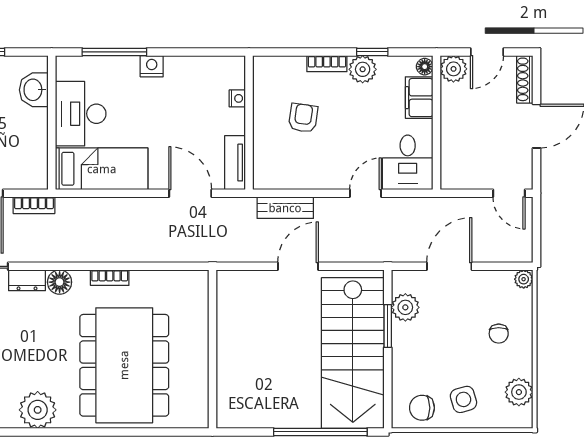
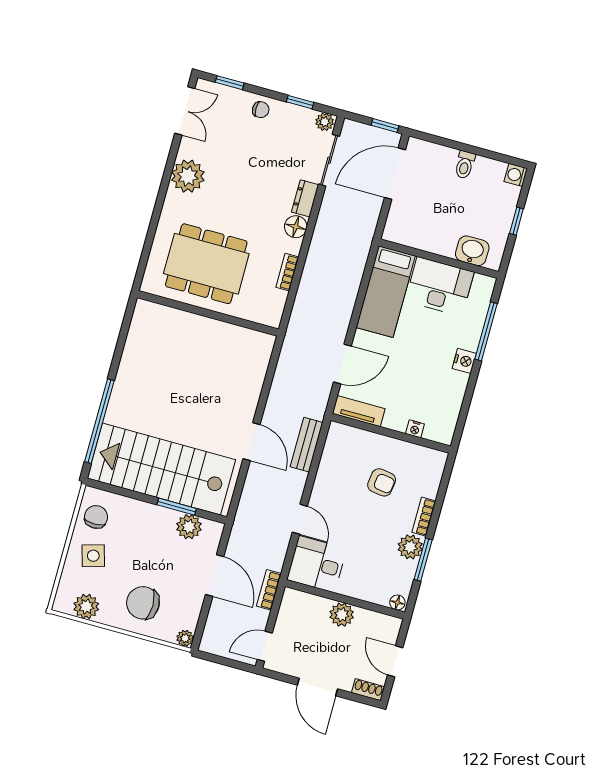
window: (372, 52) -> (423, 560), width x1.50
plant: (453, 69) -> (342, 615), moved
shoe rack: (525, 79) -> (368, 690), width x0.70
filing cabinet: (419, 98) -> (371, 590), removed
bookcase: (34, 205) -> (269, 590), moved
chair: (499, 334) -> (143, 603), width x1.87, depth x1.87
wall: (212, 349) -> (208, 313), moved
dining table: (124, 365) -> (206, 264), width x0.73, depth x0.80

